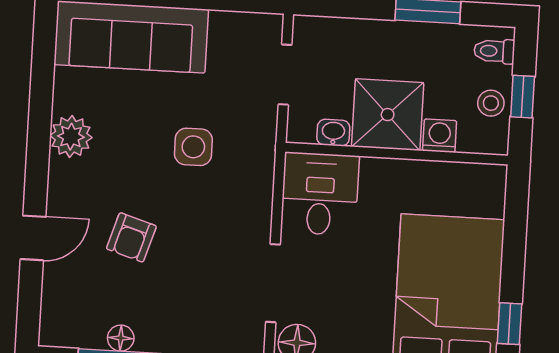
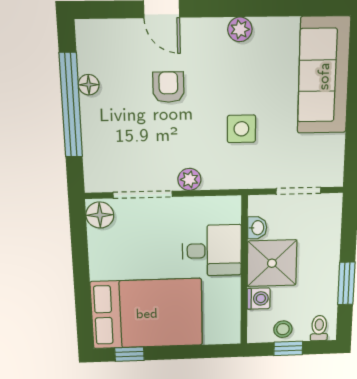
plant: (71, 137) -> (240, 29), width x0.73, depth x0.73
desk: (320, 194) -> (212, 251), moved
plant: (257, 220) -> (189, 179), added
armchair: (131, 237) -> (168, 87), turned 73

